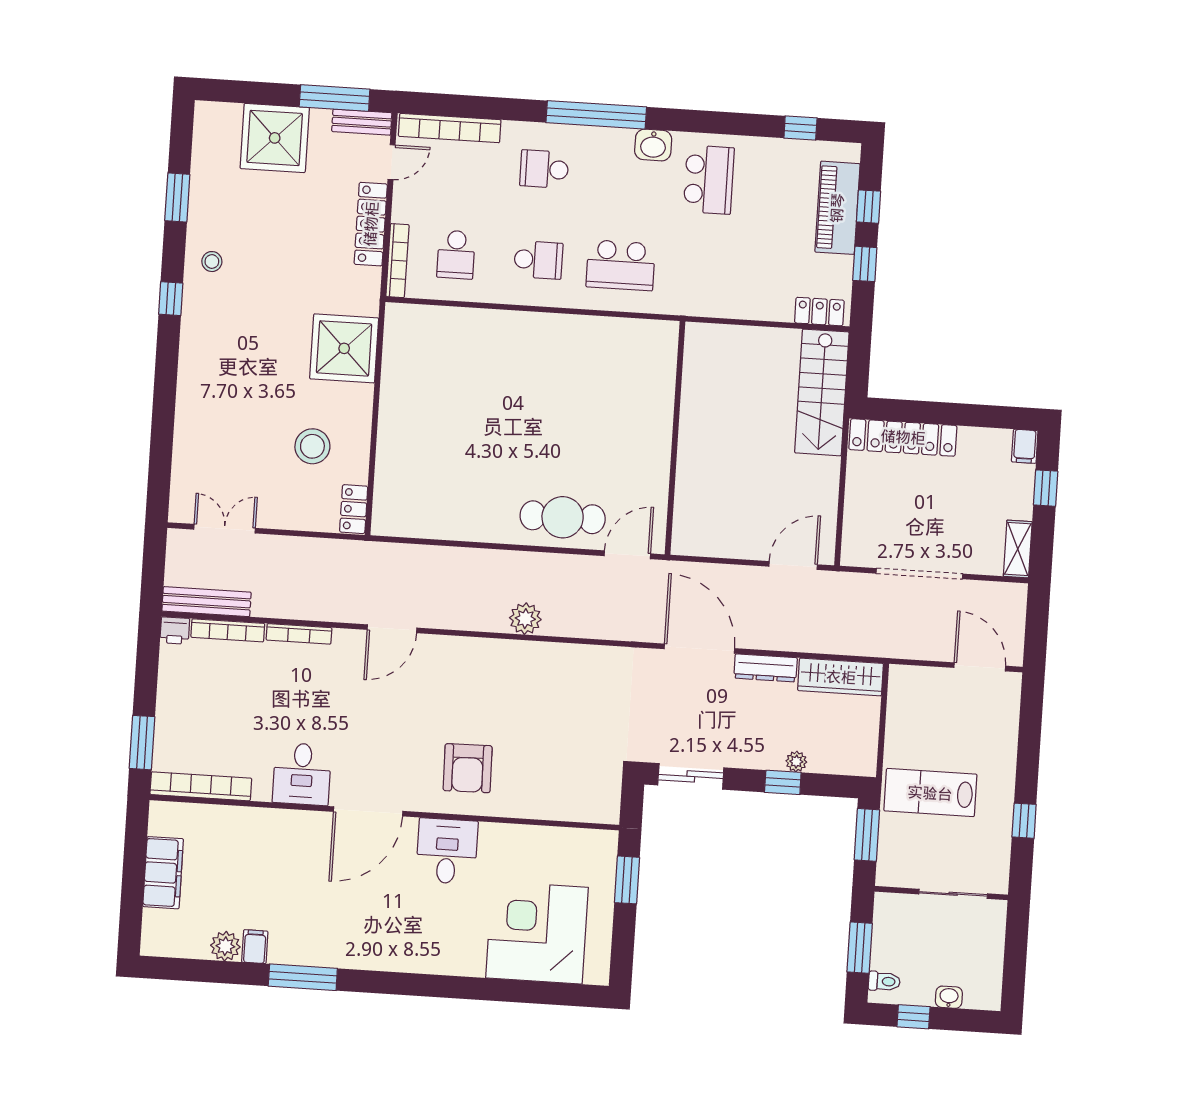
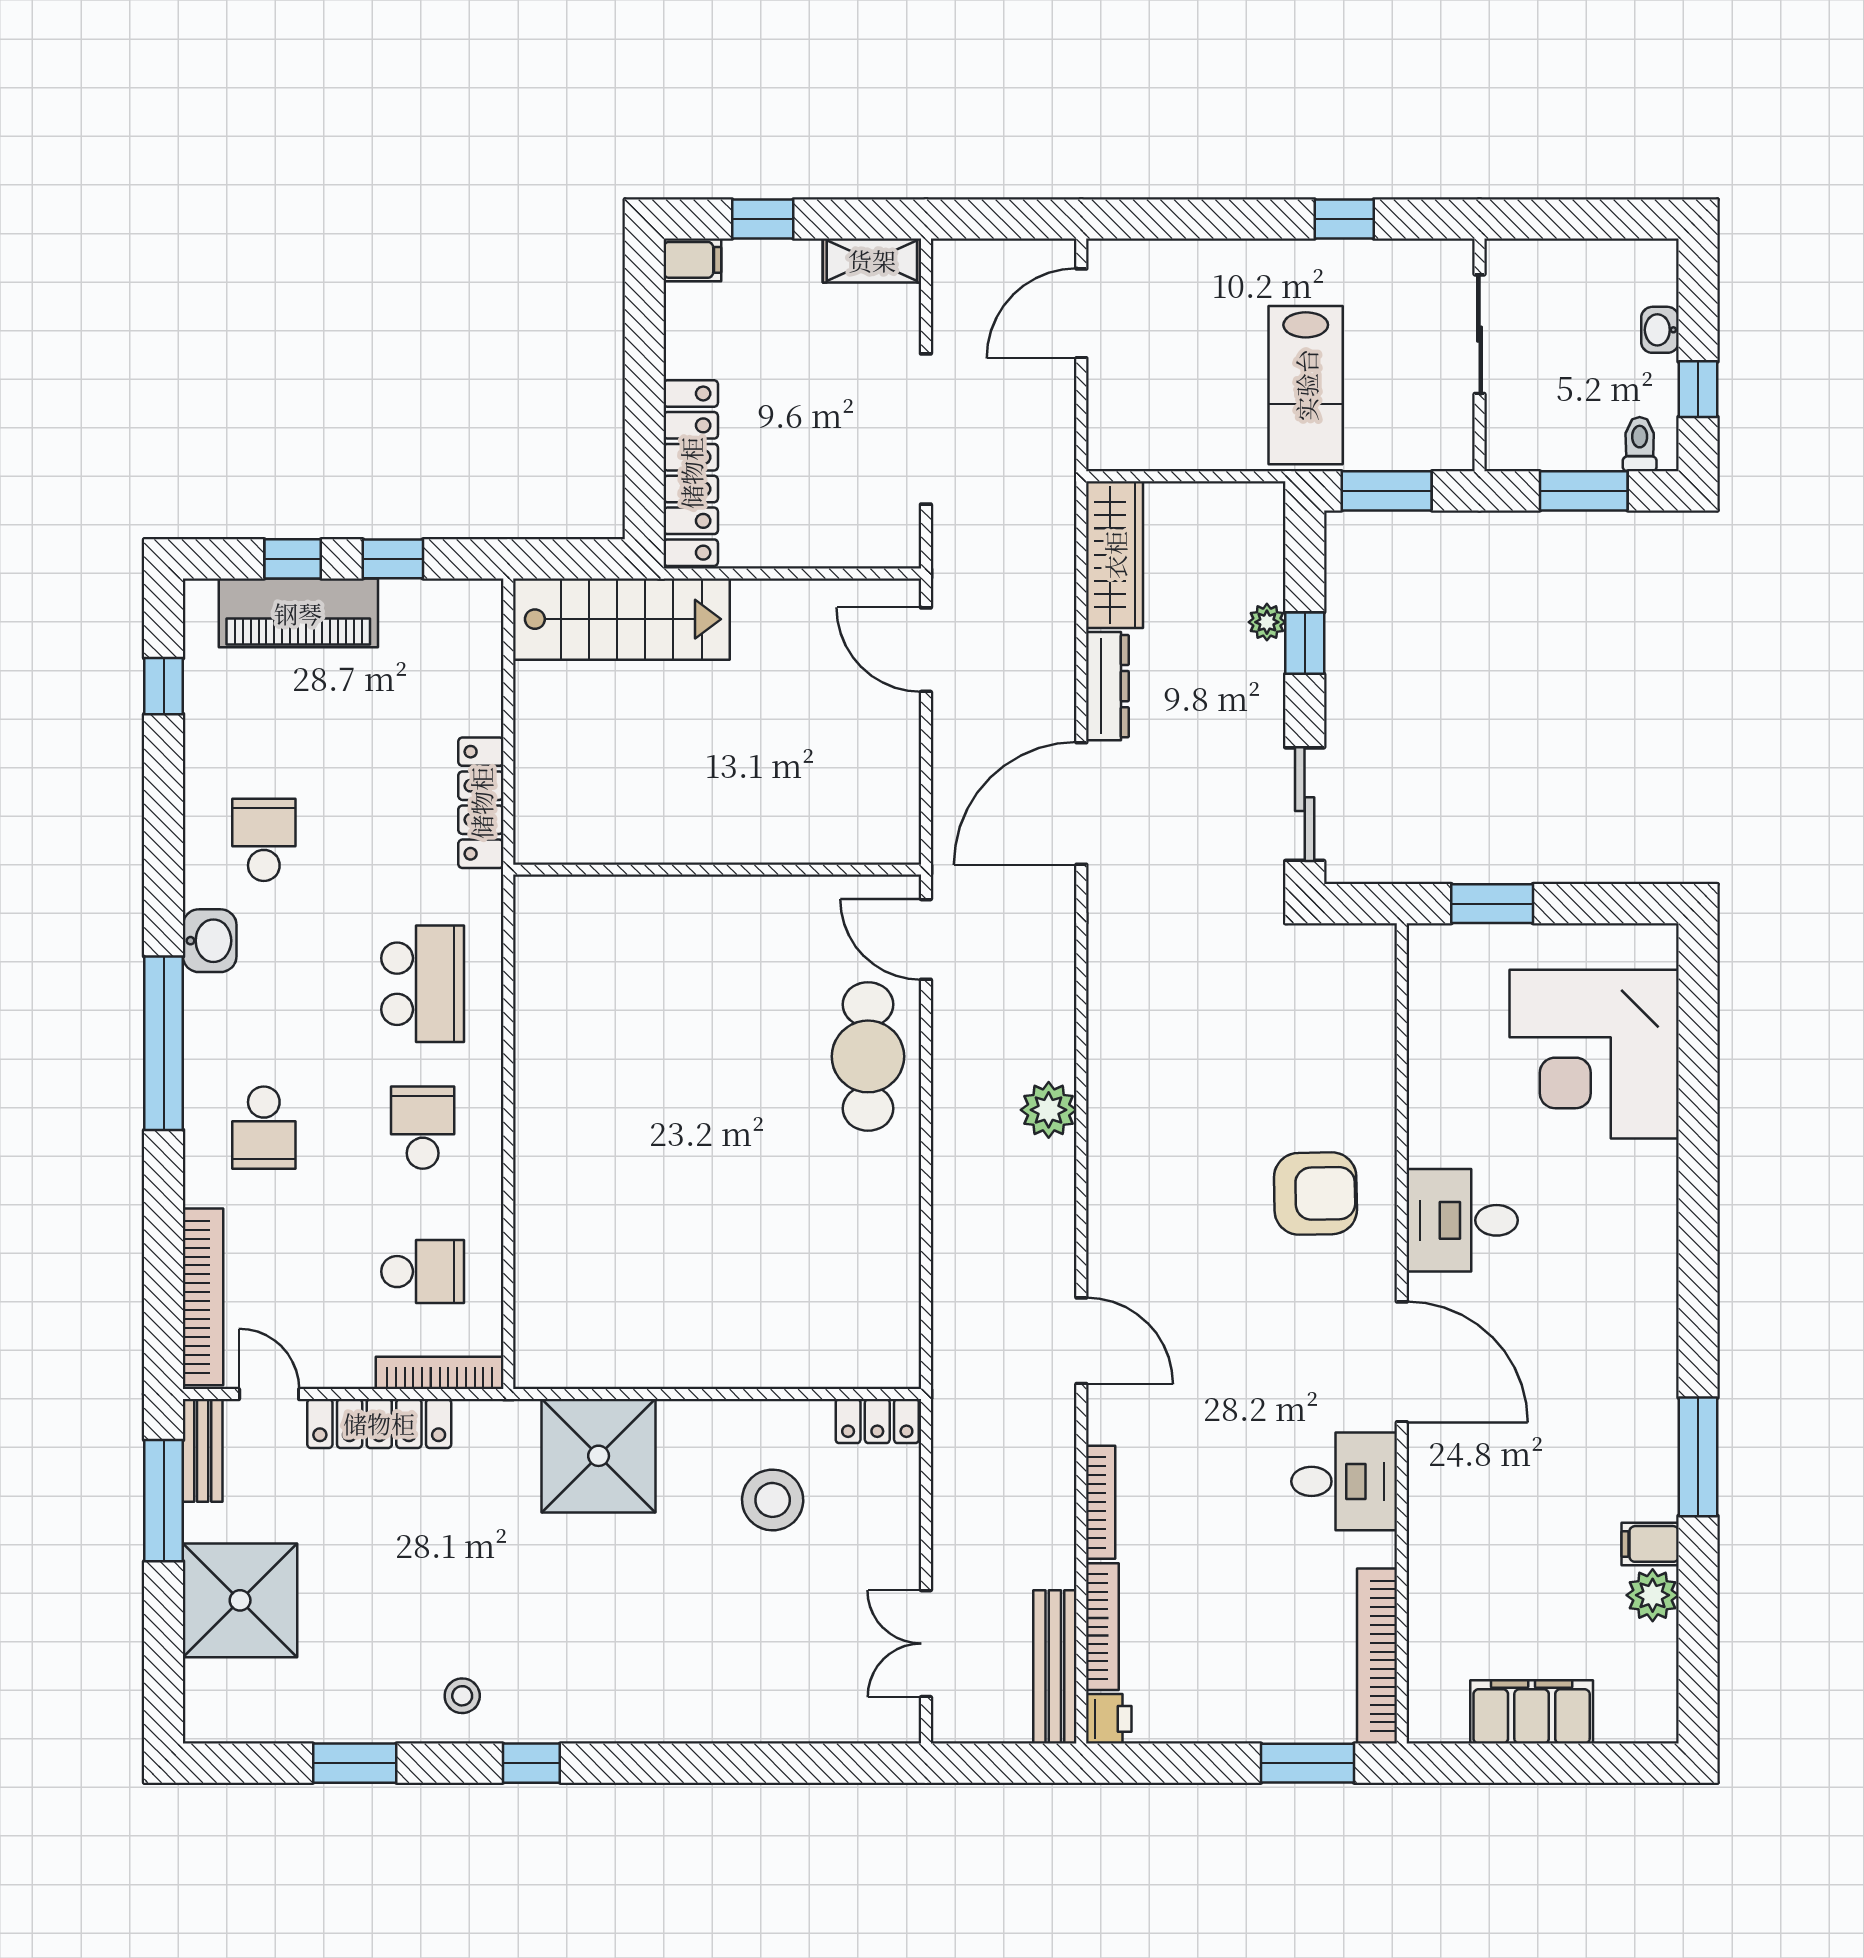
school desk: (709, 180) -> (264, 840), width x0.54
locker: (819, 312) -> (481, 803), moved, width x1.53

